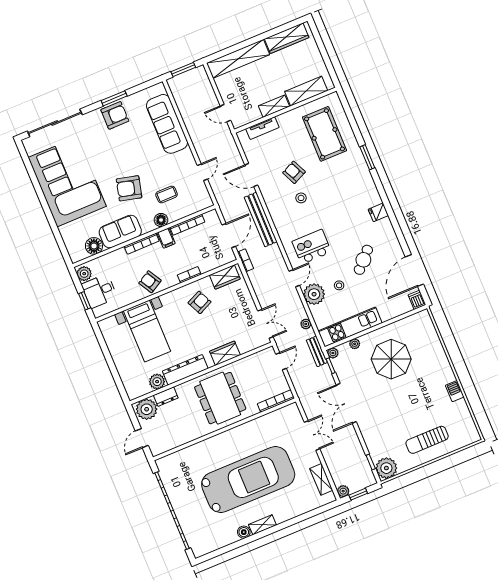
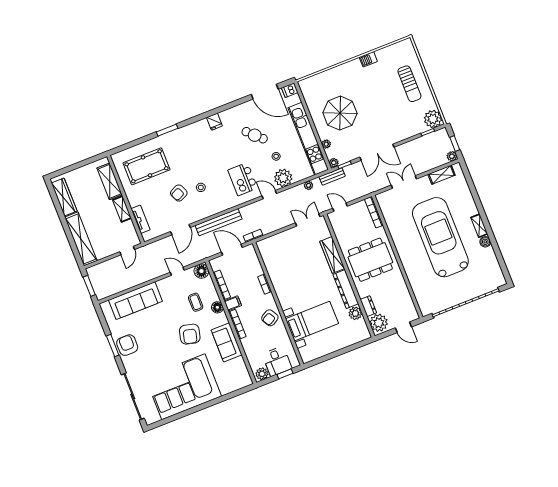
floor lamp: (94, 246) -> (201, 271), moved
wardrobe: (225, 277) -> (267, 254), removed
armchair: (200, 302) -> (288, 276), removed
kitchen unit: (350, 327) -> (308, 139), width x1.36
wardrobe: (225, 353) -> (332, 255), width x1.50

